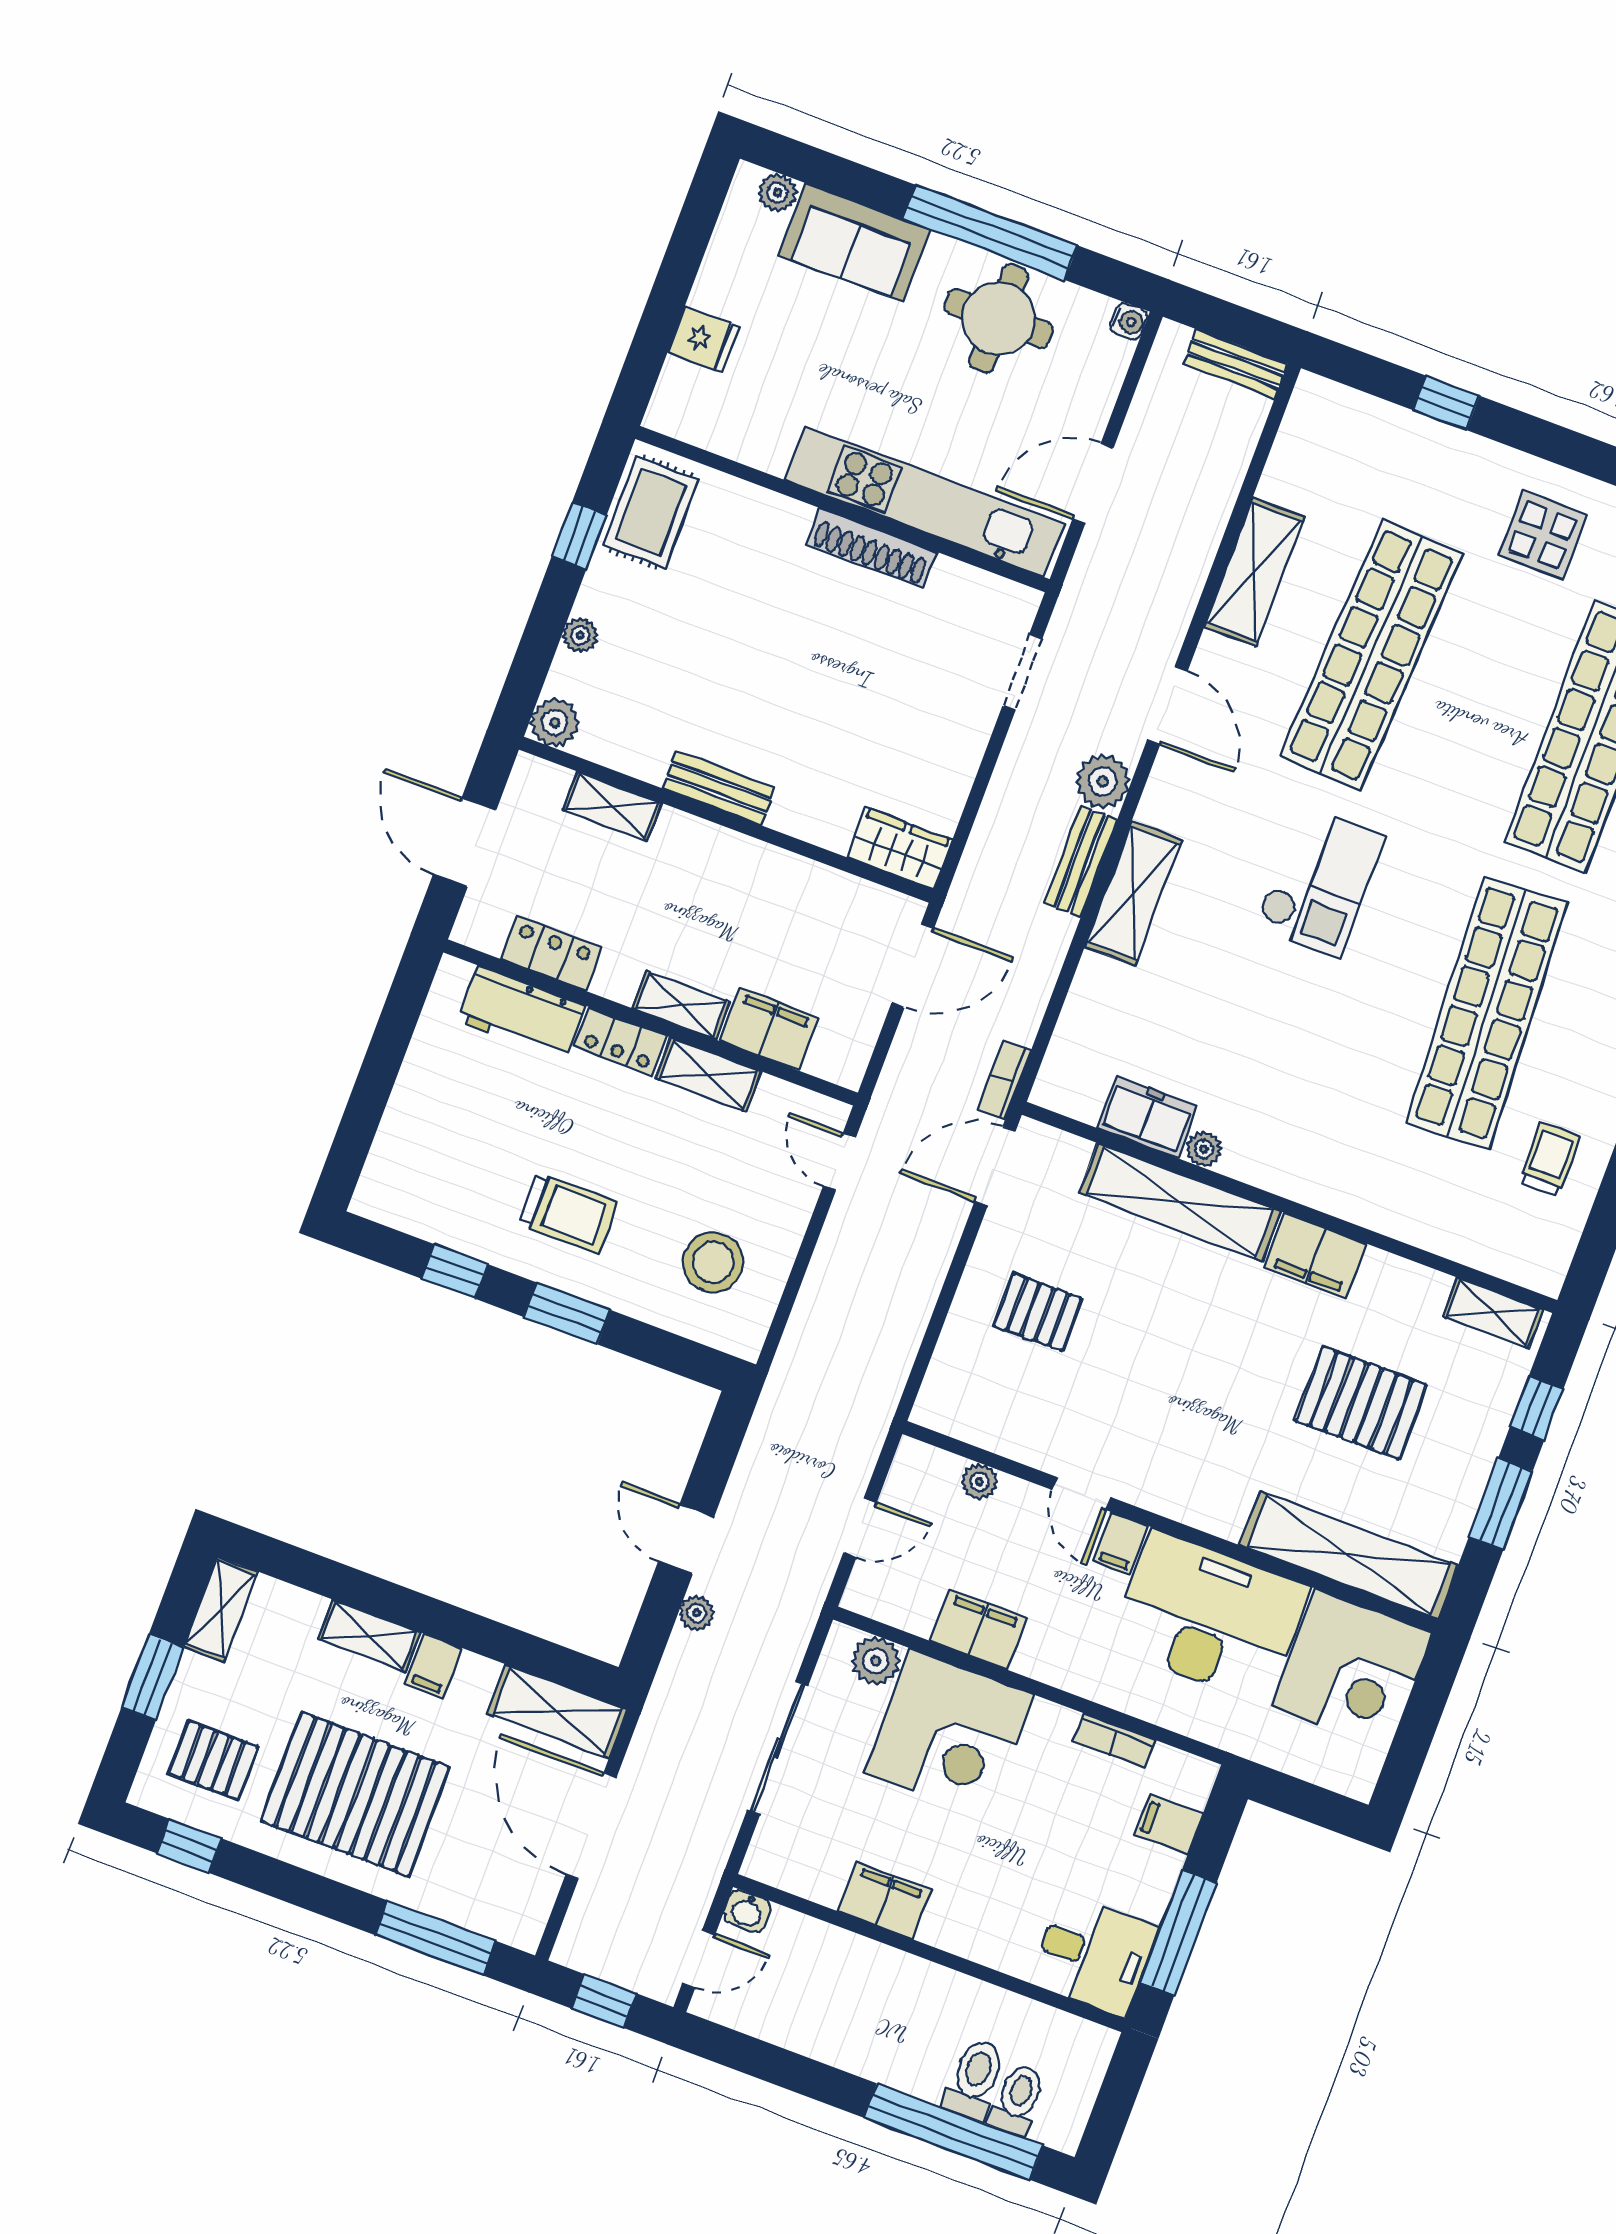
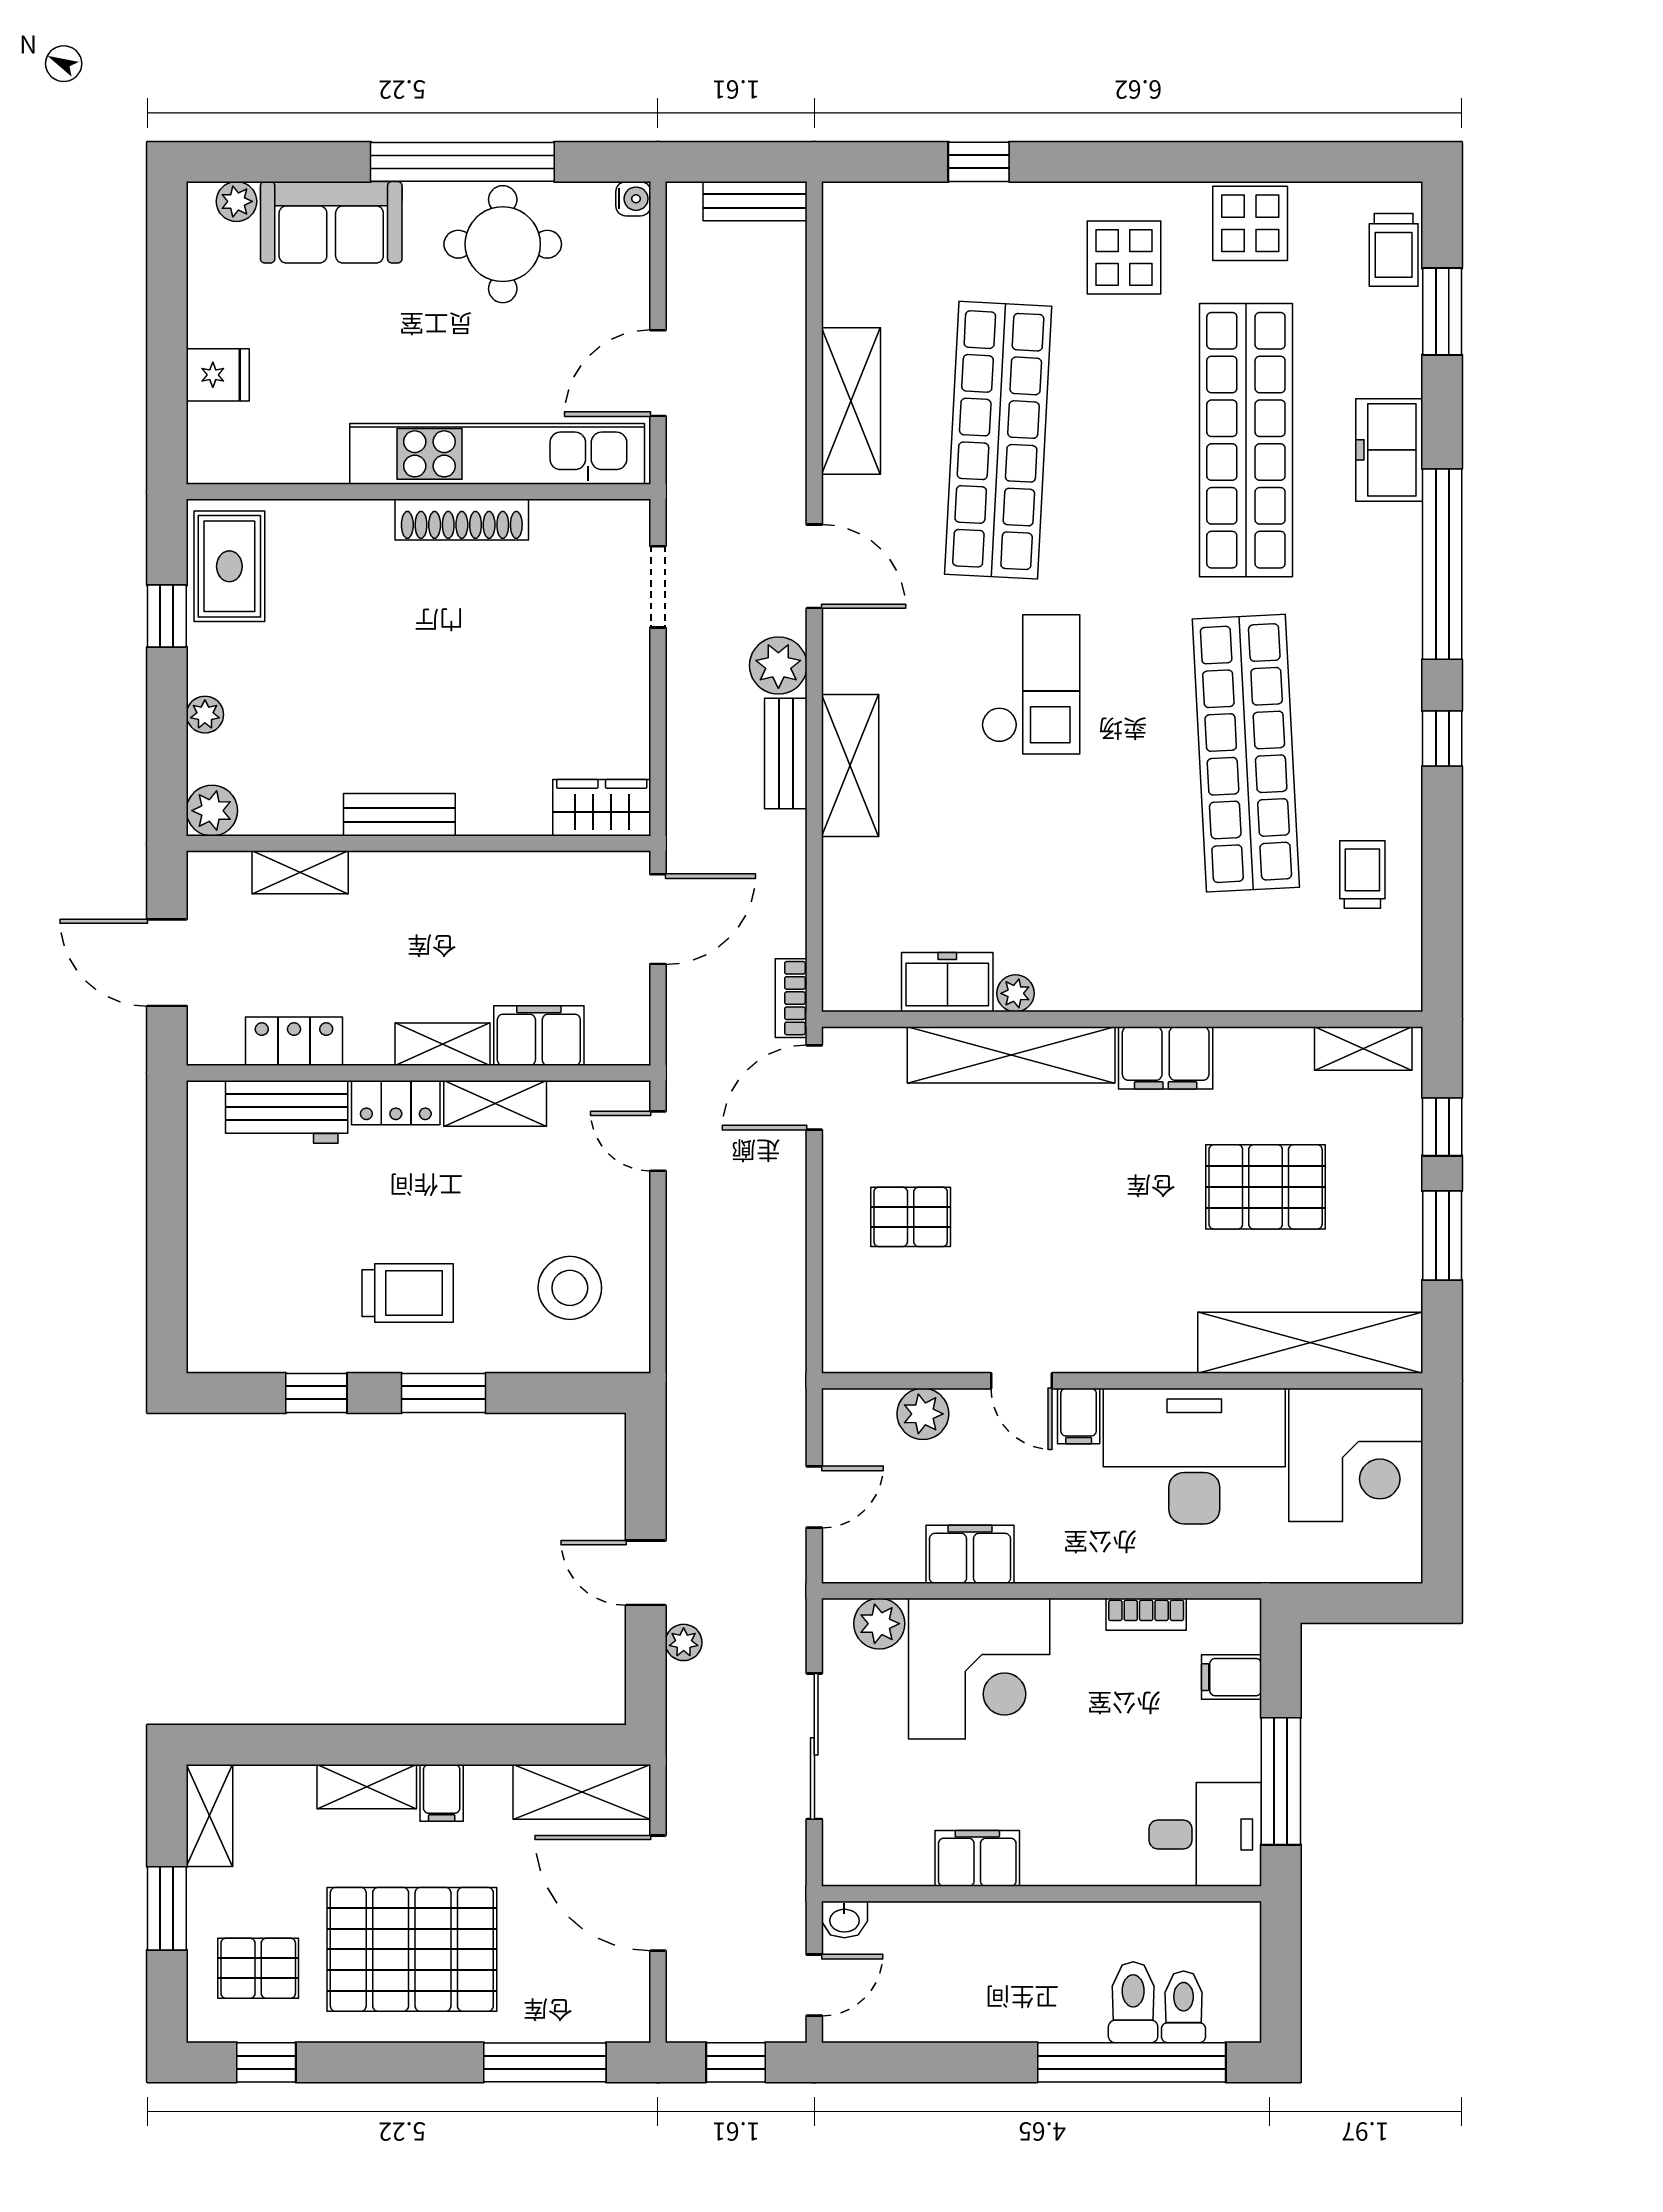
plant: (979, 1482) -> (923, 1414), width x1.38, depth x1.38

